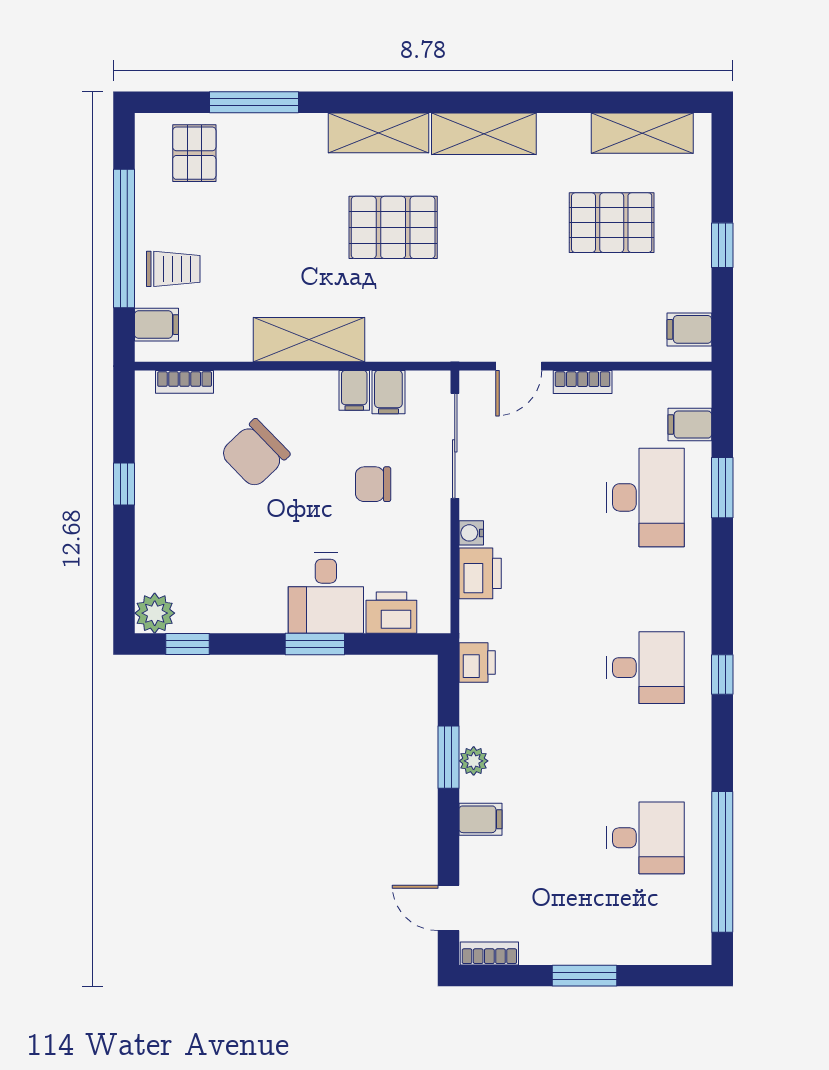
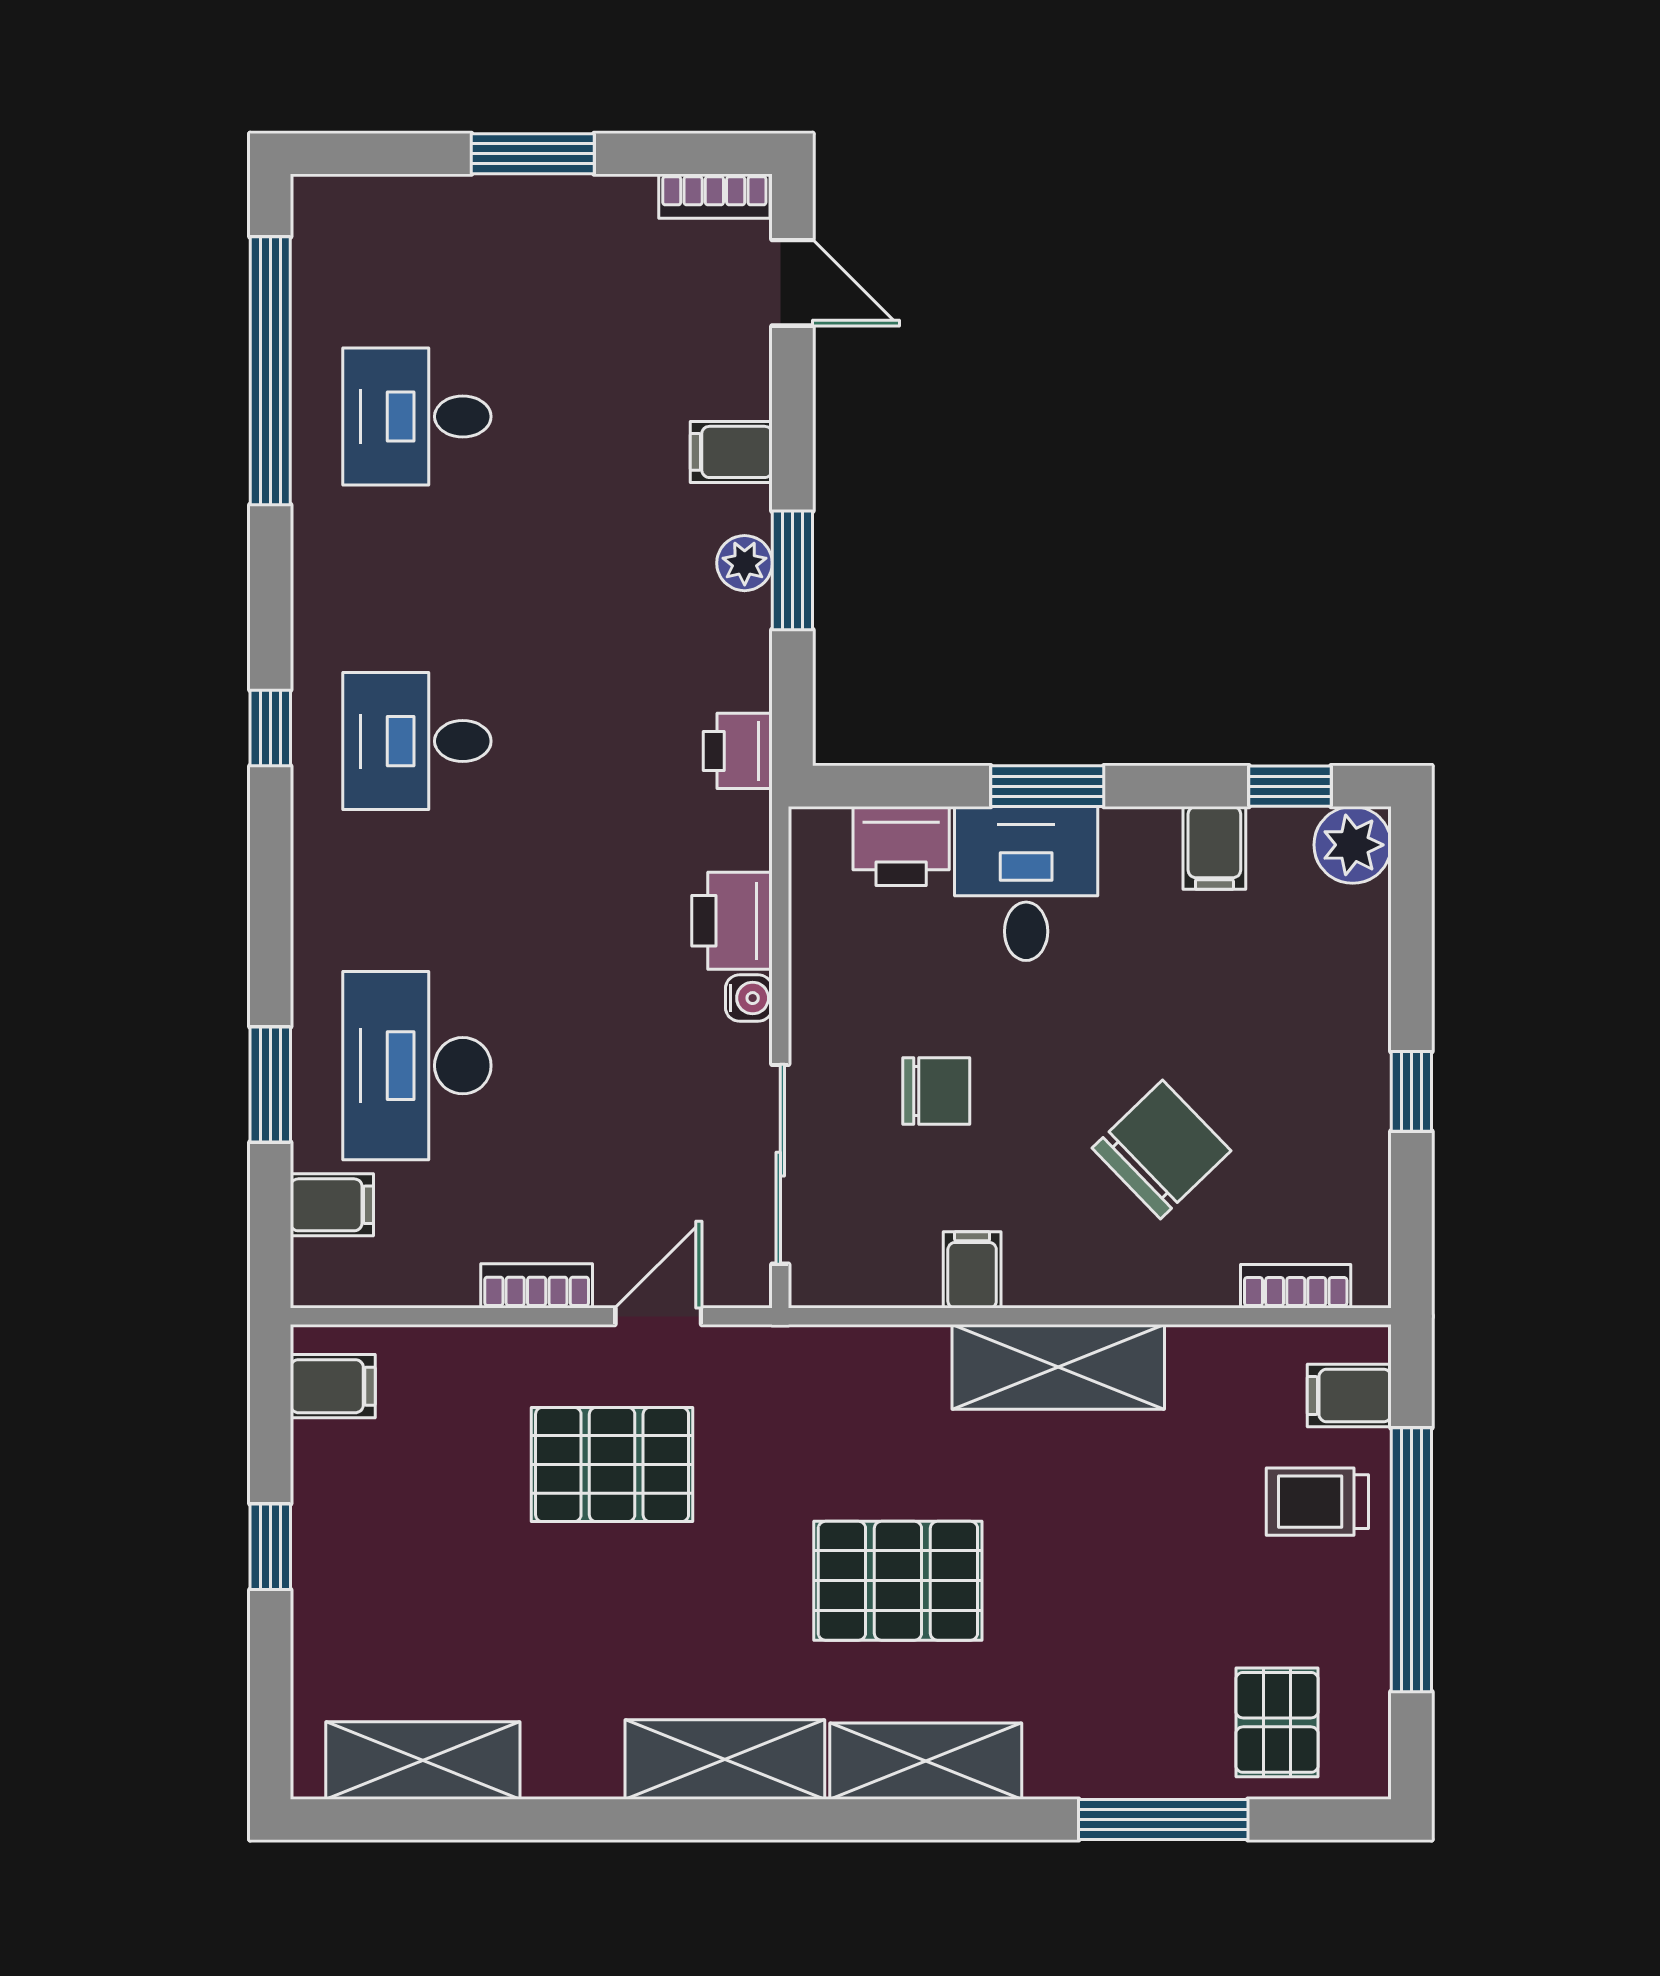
pallet: (612, 223) -> (612, 1464), moved
filing cabinet: (388, 392) -> (1214, 848), moved, turned 180

